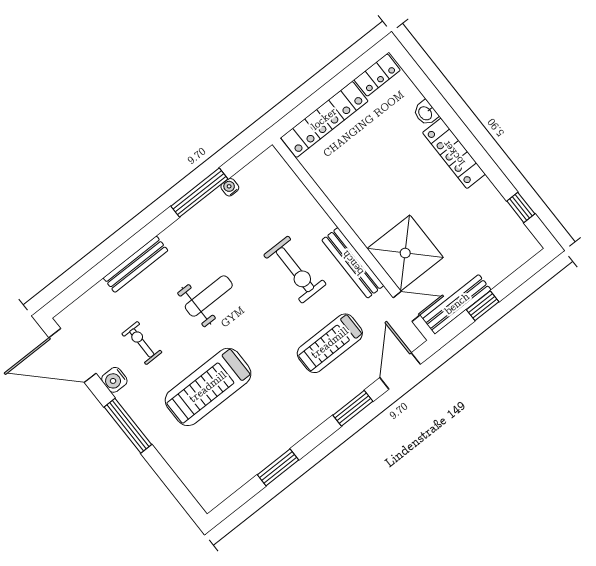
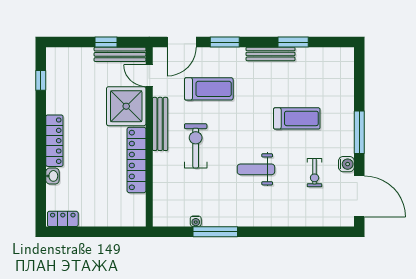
locker: (324, 119) -> (137, 160), moved, turned -90
bench: (136, 264) -> (270, 54), moved
treadmill: (208, 387) -> (297, 118), width x0.73, depth x0.73

